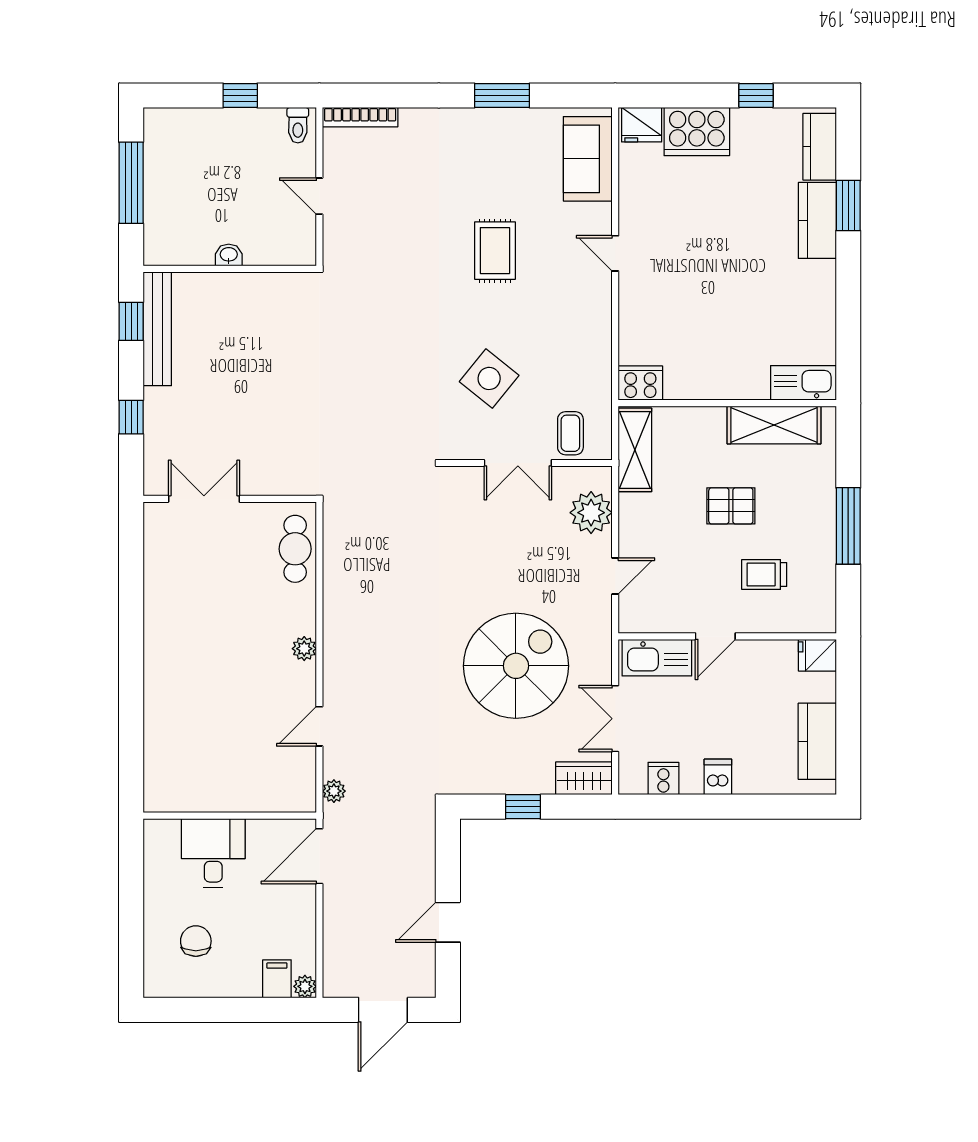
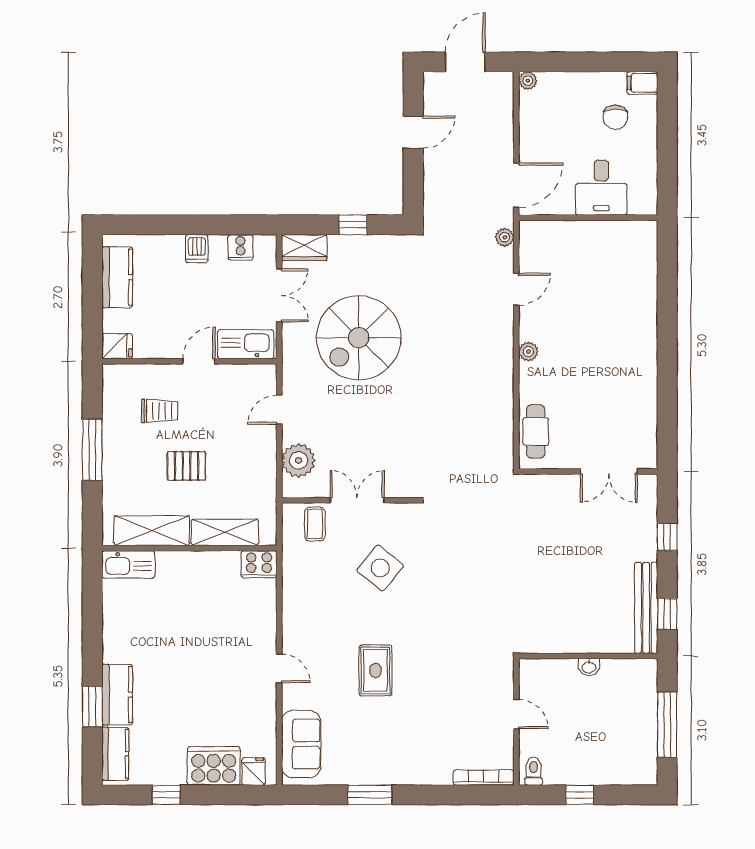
fridge: (642, 125) -> (253, 771), width x0.72
shelving: (635, 450) -> (225, 532), moved, turned 90
filing cabinet: (277, 979) -> (642, 83), moved, turned 90

